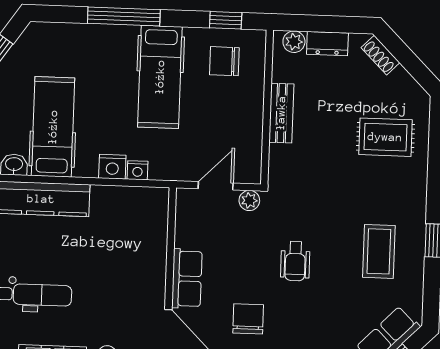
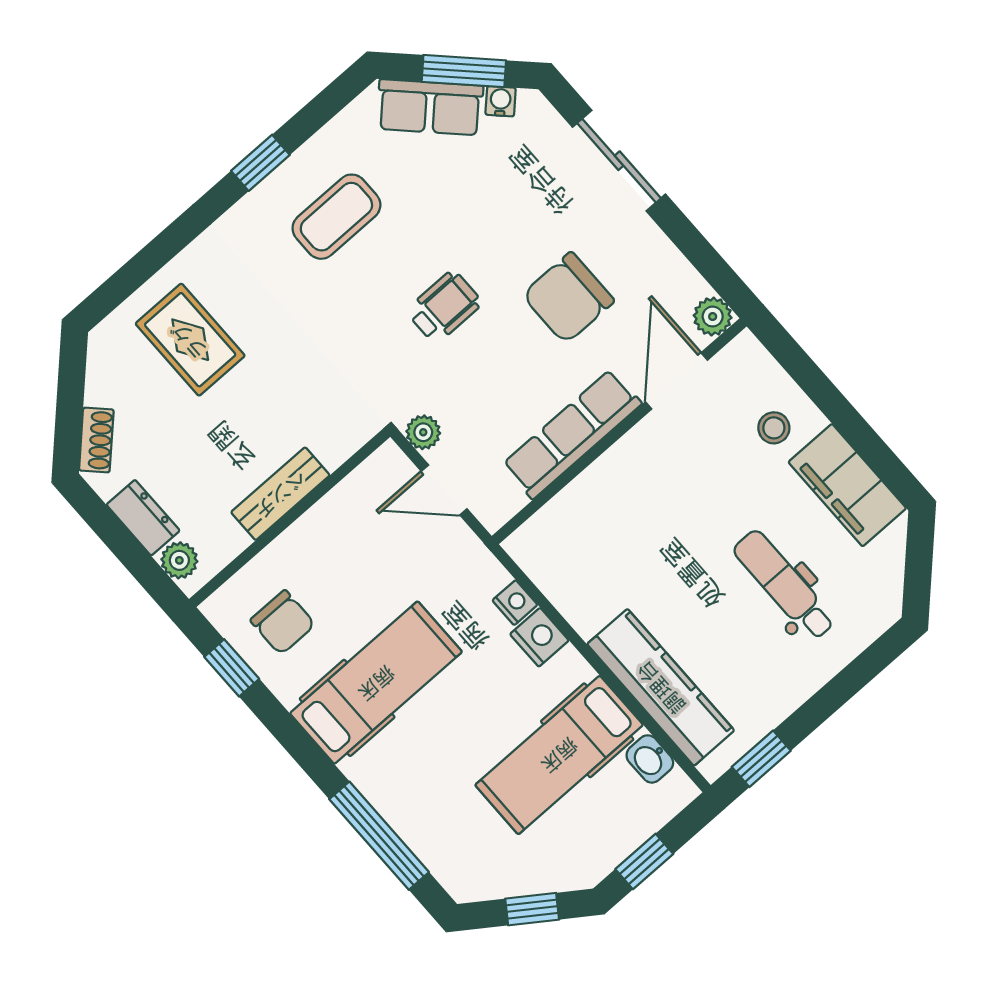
window: (124, 16) -> (379, 836), moved
row of seats: (187, 279) -> (572, 434), width x1.48
chair: (248, 319) -> (568, 298), width x1.37, depth x1.37

